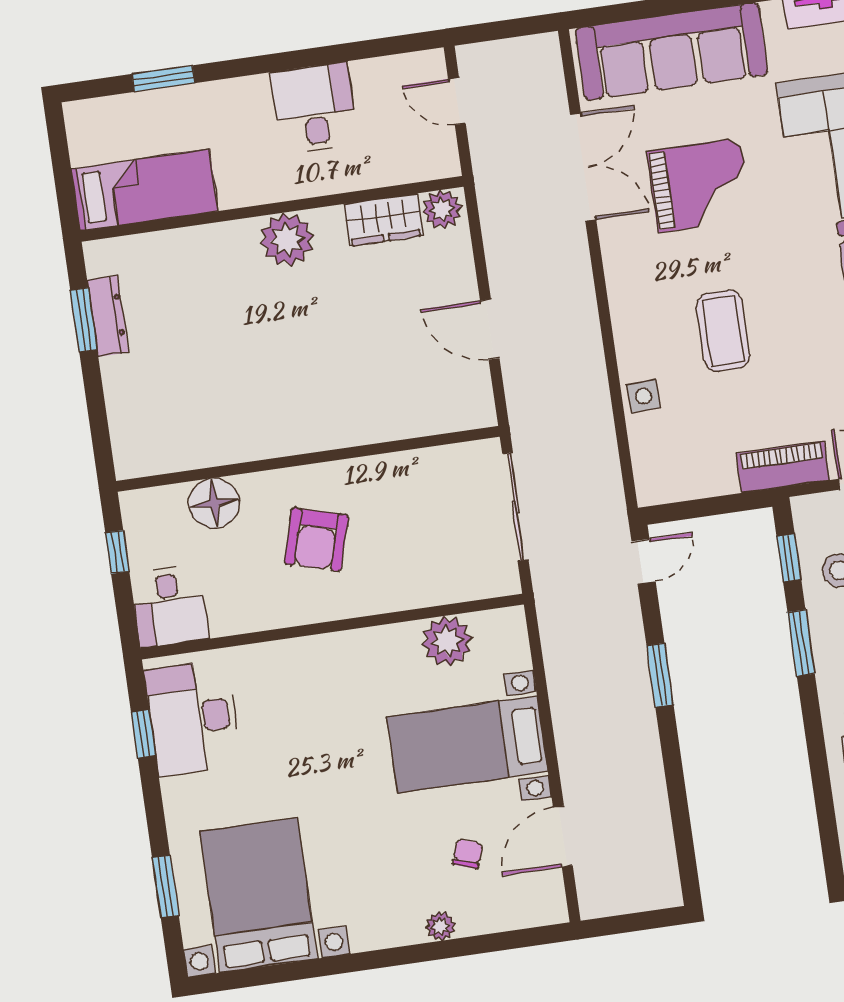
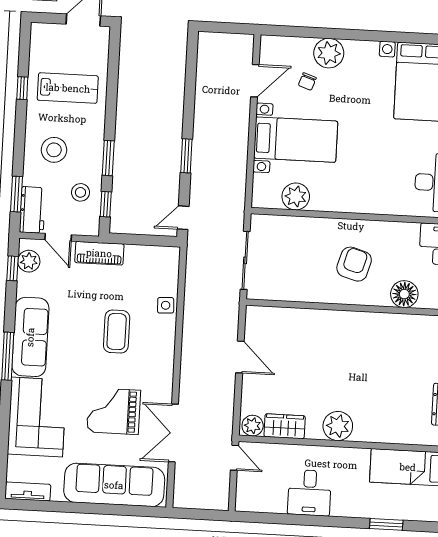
door: (457, 101) -> (234, 458), moved
plant: (441, 926) -> (329, 53), width x1.87, depth x1.87

